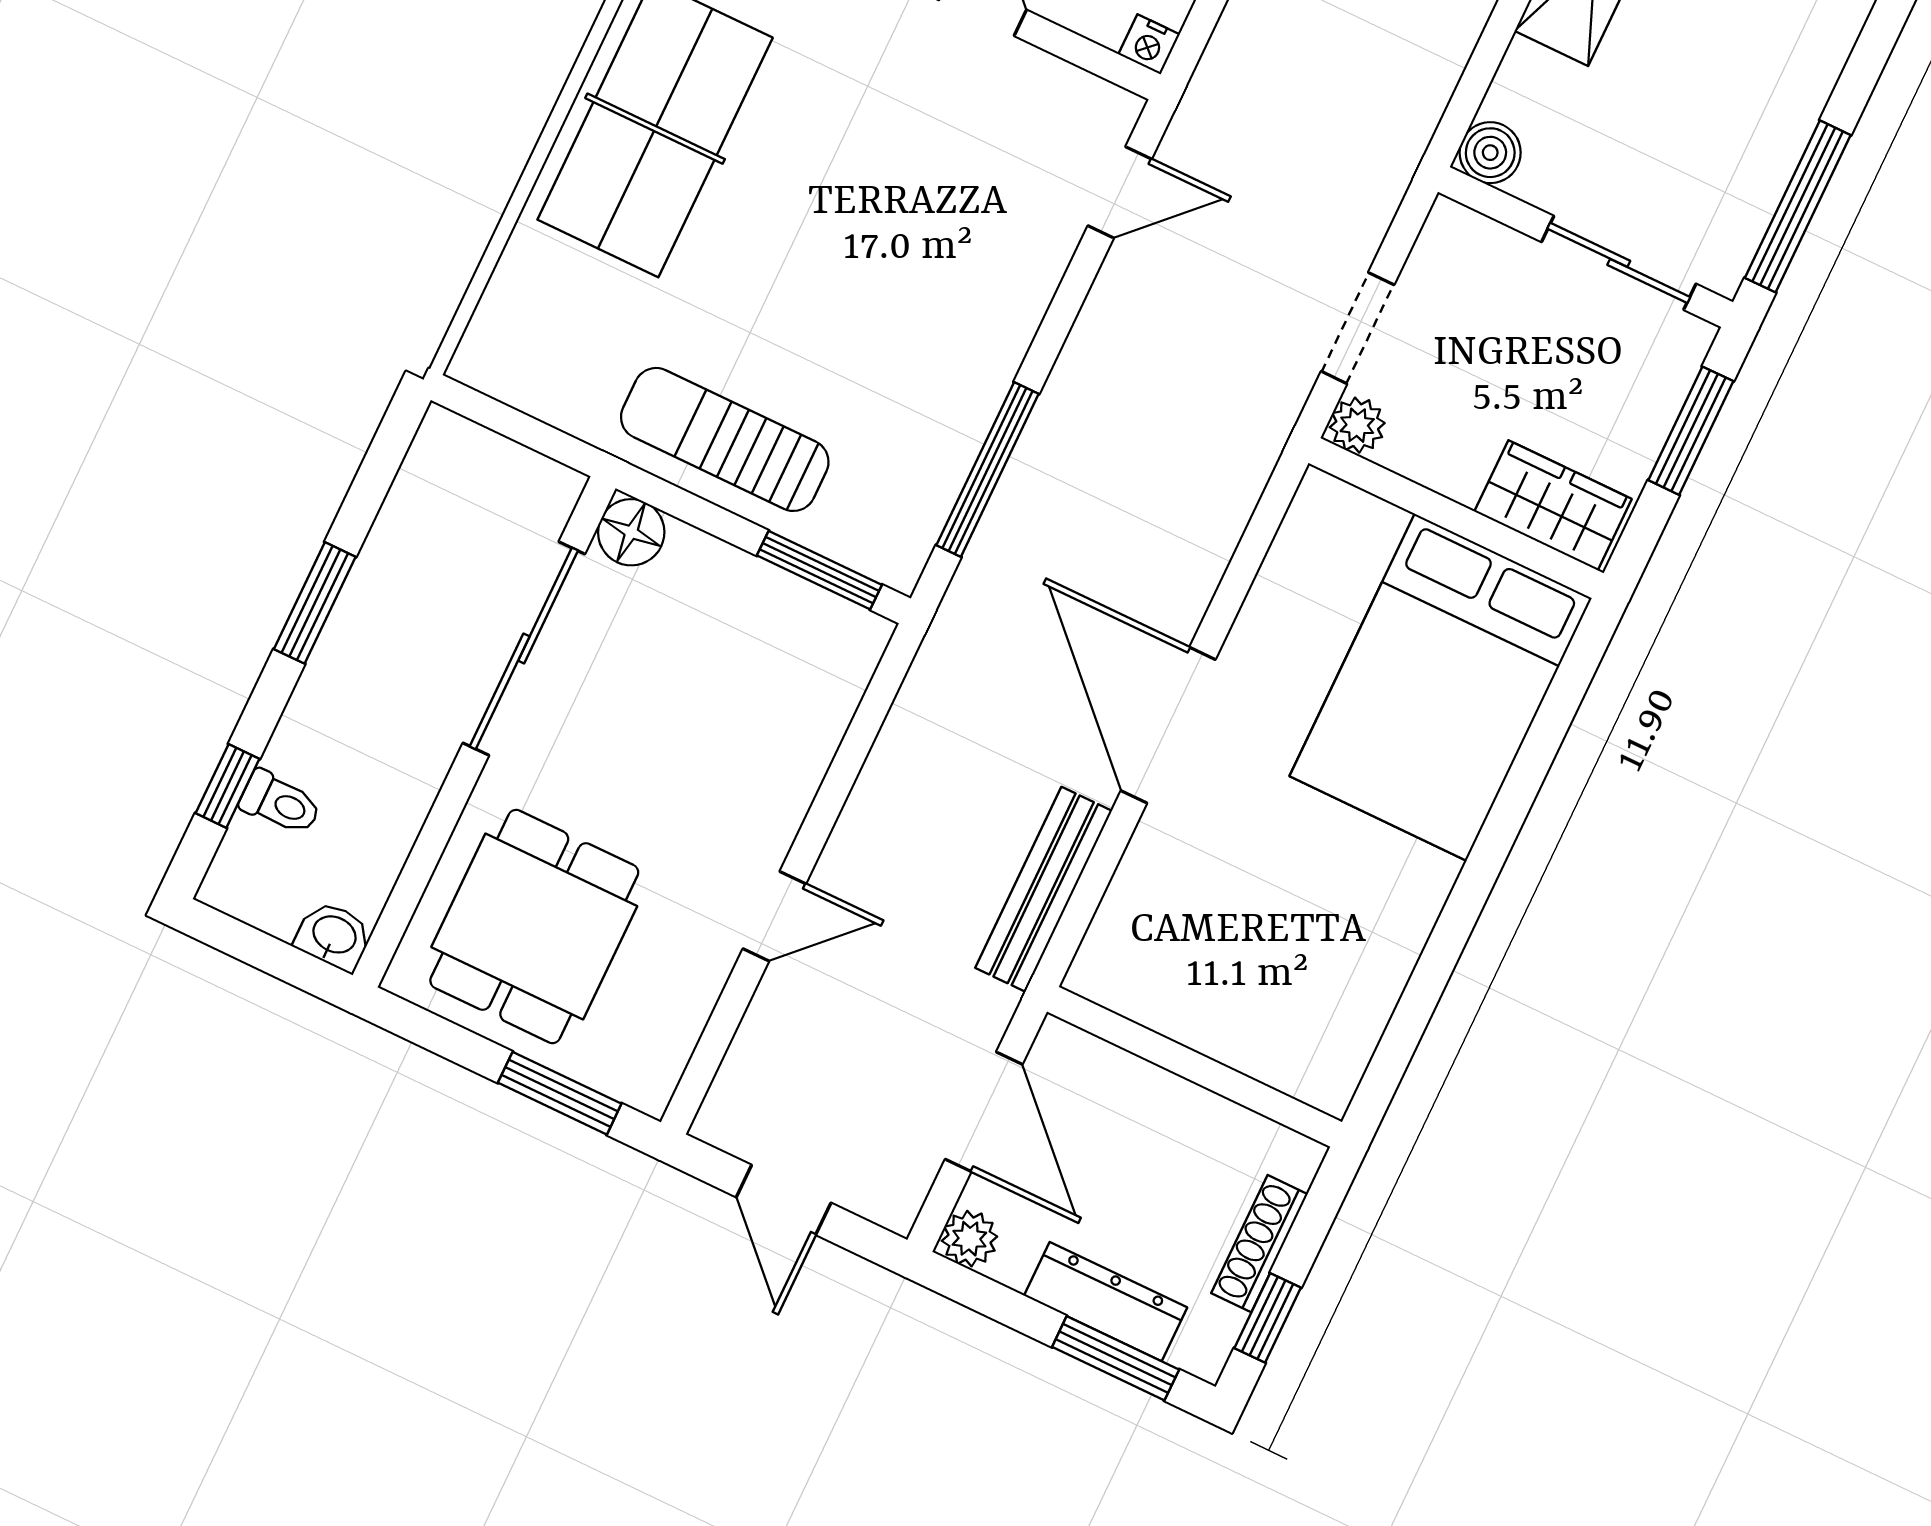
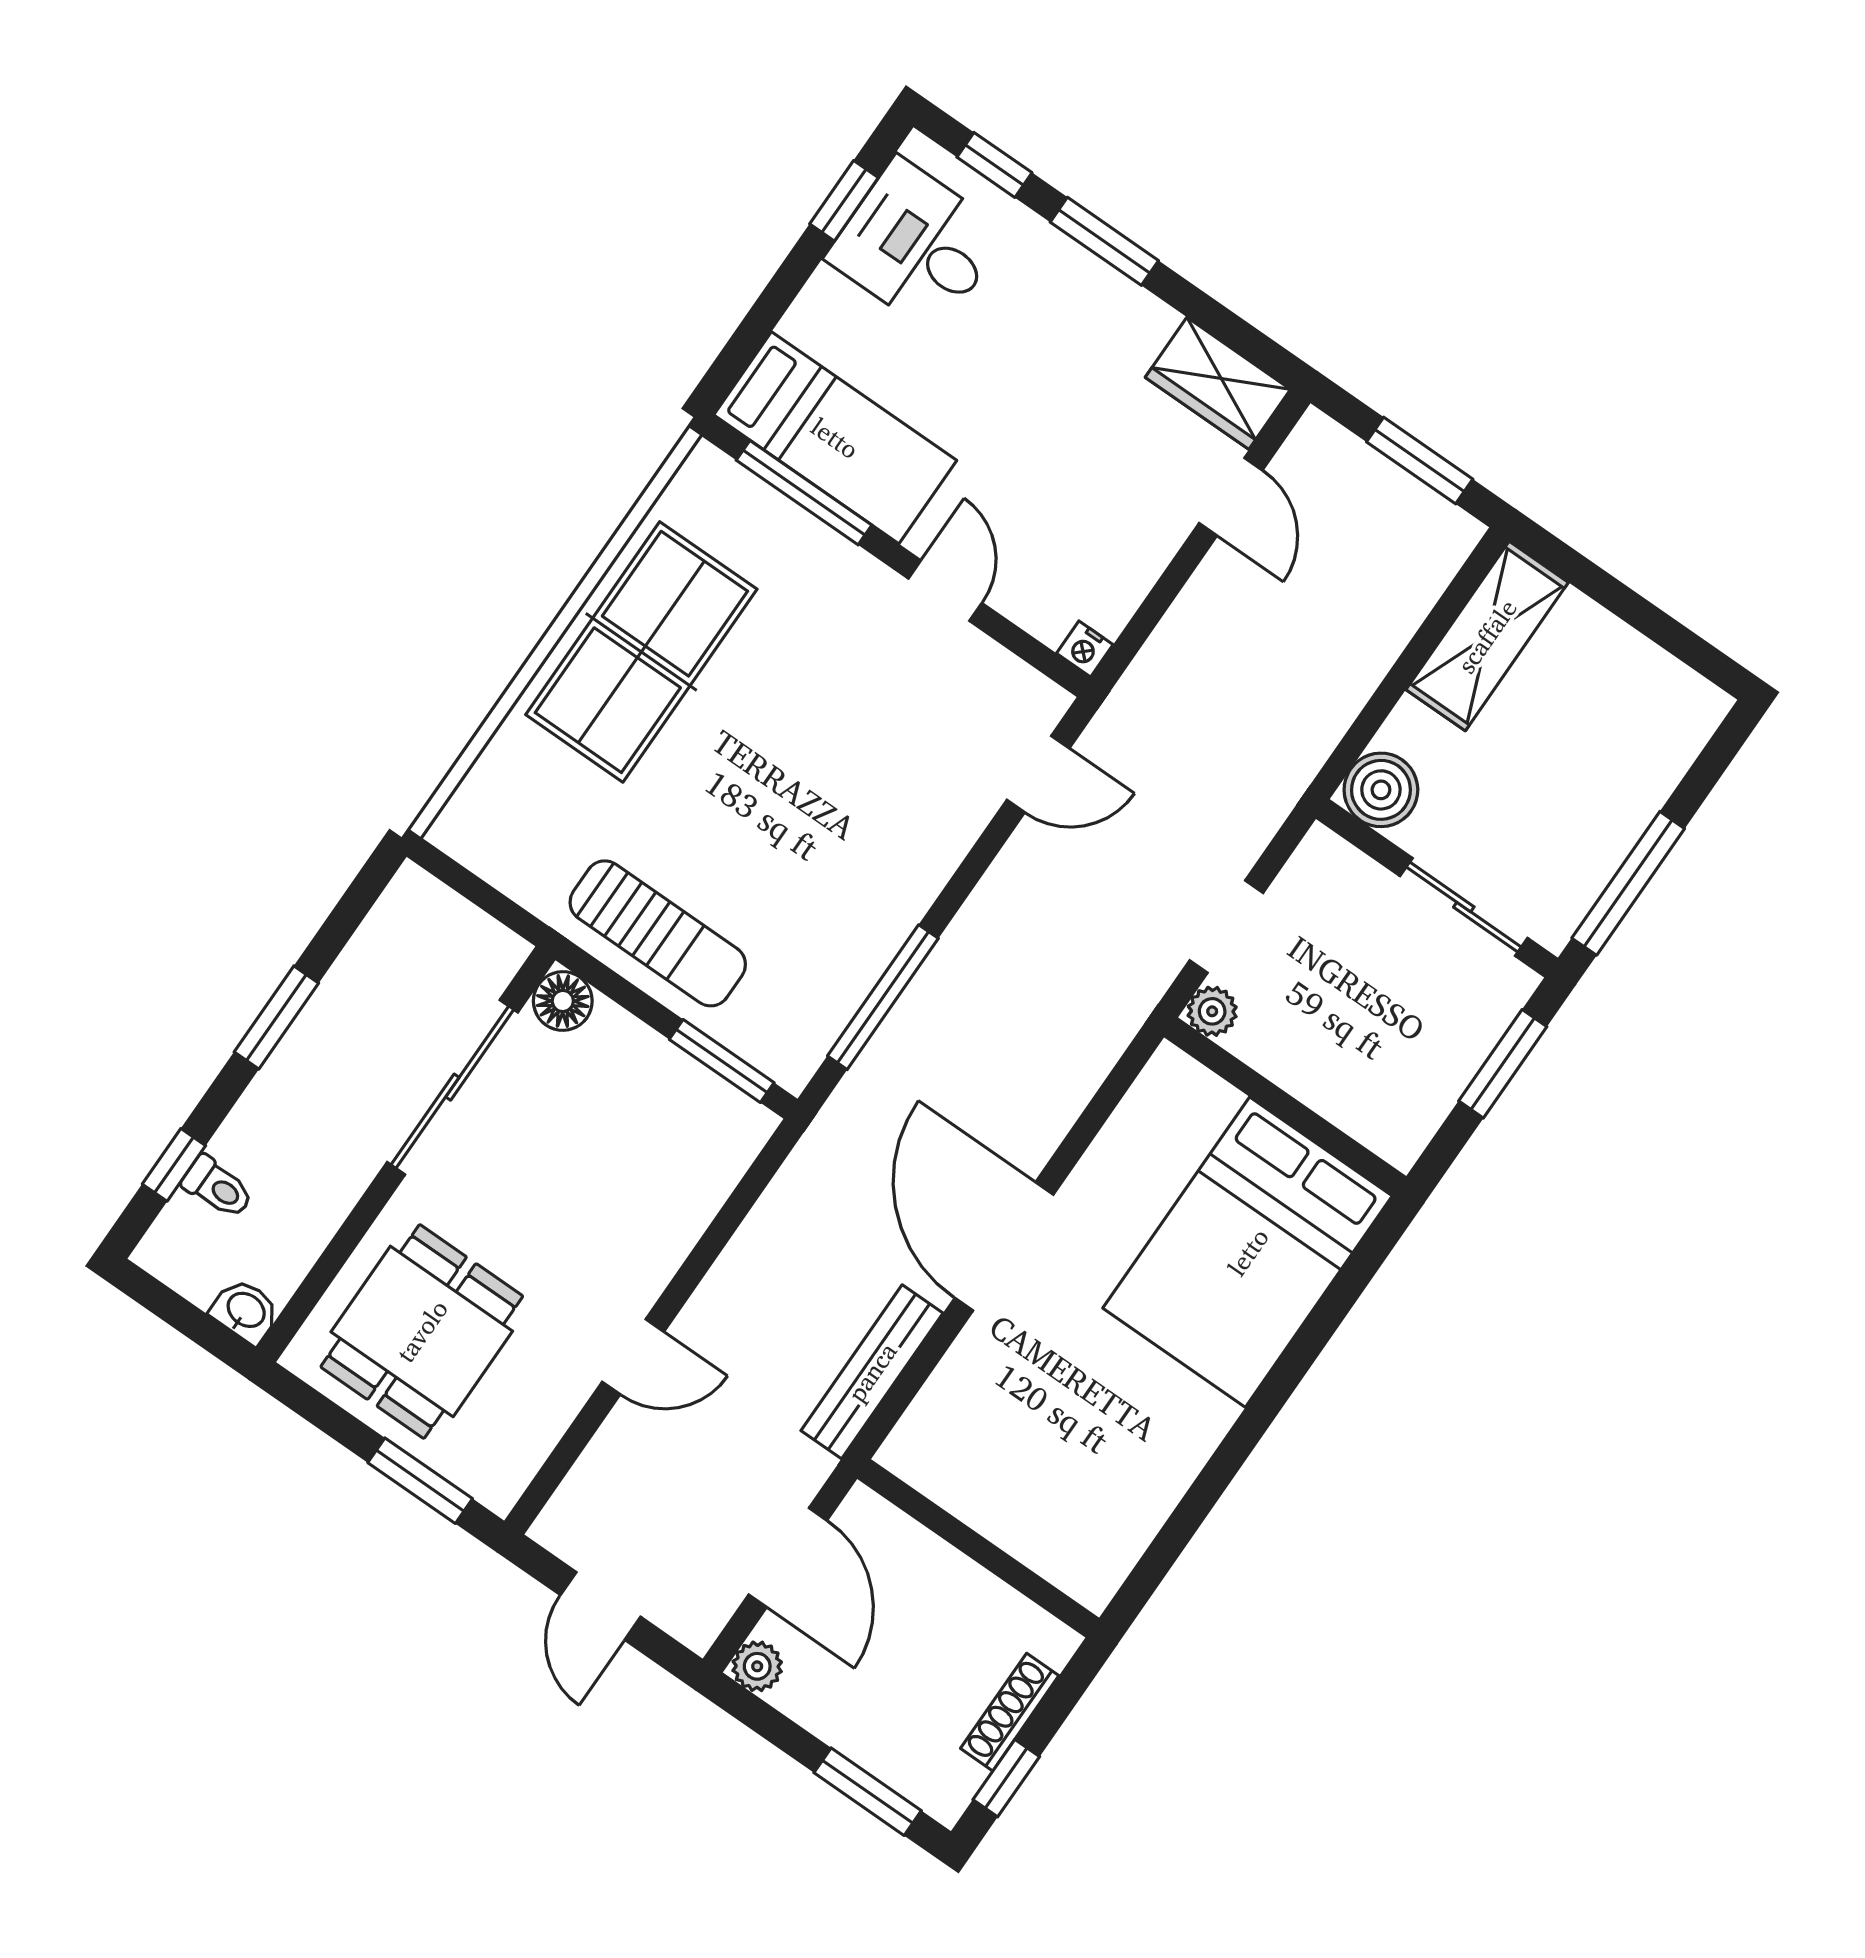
boiler: (1490, 153) -> (1381, 790), width x1.36, depth x1.36
sun lounger: (725, 439) -> (658, 933), turned 180
wardrobe: (1553, 505) -> (1372, 1109), removed
dresser: (1106, 1302) -> (867, 1741), removed

